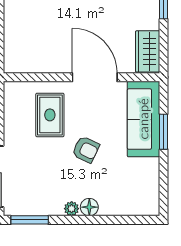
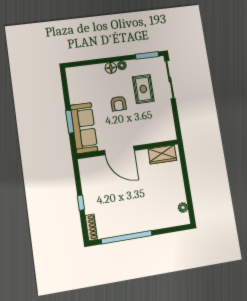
wardrobe: (148, 51) -> (162, 155), moved, turned 90
rug: (50, 115) -> (143, 89), moved
armchair: (86, 149) -> (118, 104), turned -116

